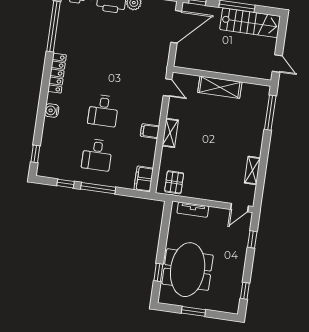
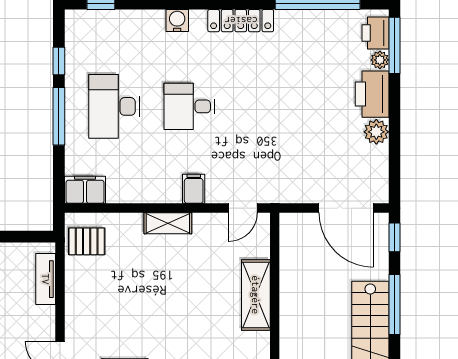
filing cabinet: (150, 131) -> (194, 189), moved
desk: (97, 155) -> (114, 106), width x1.37

